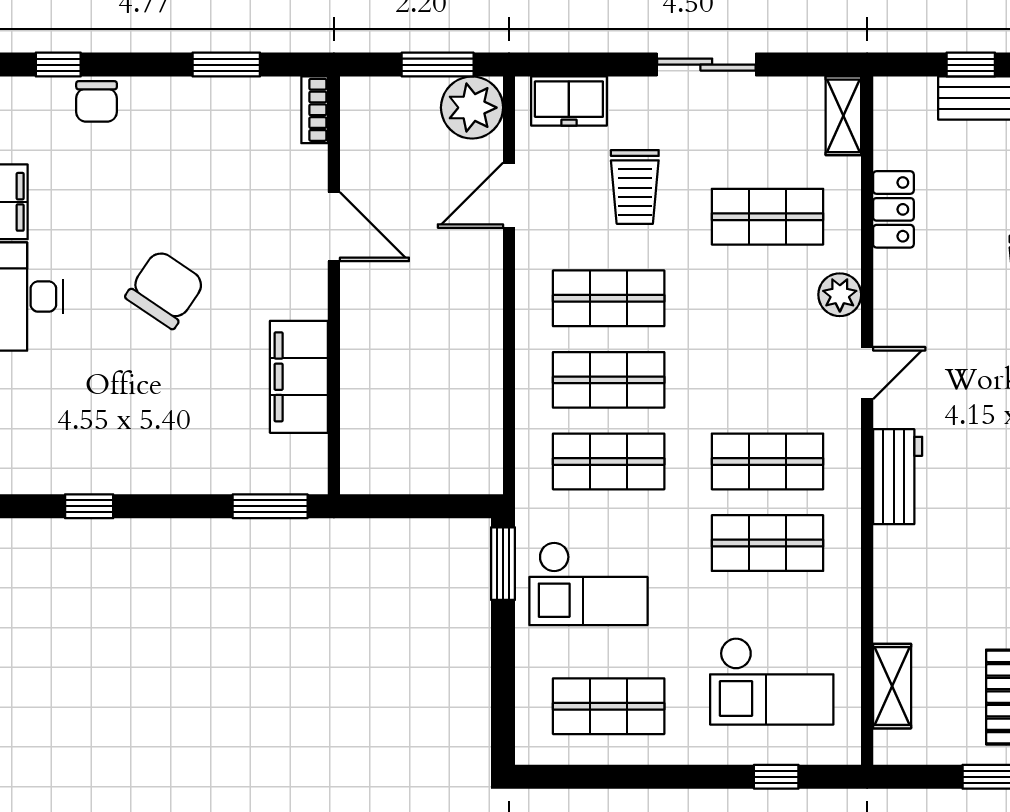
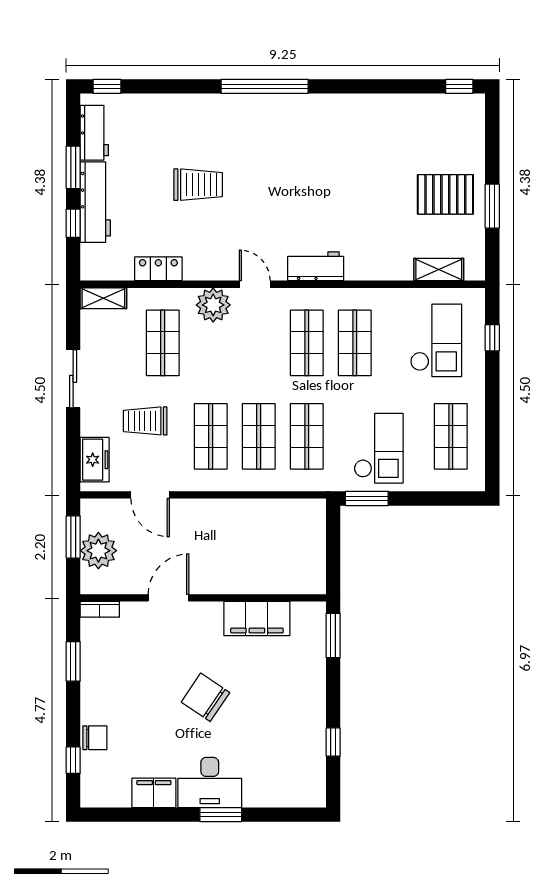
plant: (472, 108) -> (98, 551), moved
trolley: (635, 187) -> (145, 421), turned 180
plant: (840, 295) -> (213, 305), width x1.36, depth x1.36

